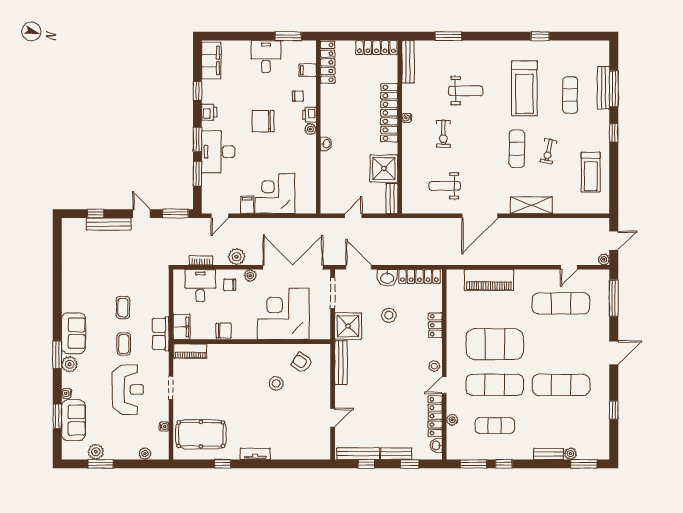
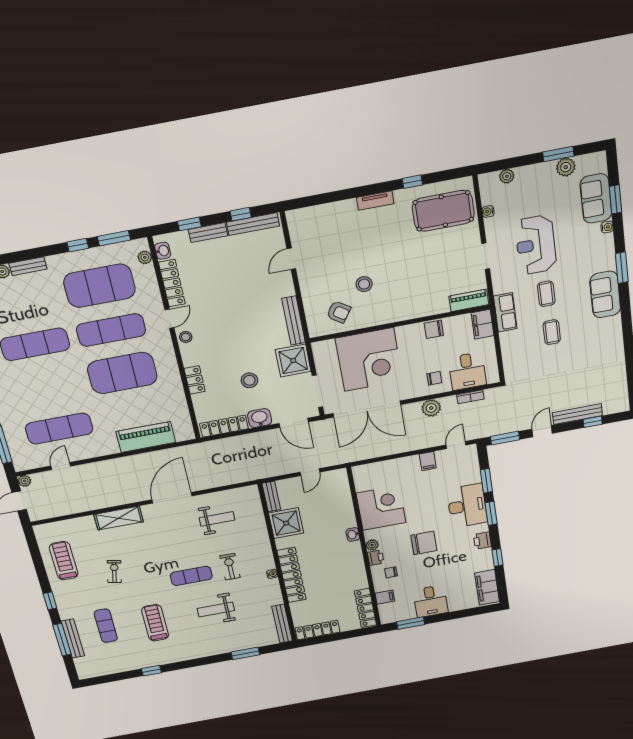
treadmill: (524, 88) -> (155, 623), width x0.73, depth x0.73
exercise mat: (517, 149) -> (191, 576), moved, turned 90
corner desk: (275, 194) -> (381, 508), moved, turned -90
door: (142, 214) -> (542, 431), swing flipped
plant: (250, 275) -> (413, 392), removed
plant: (70, 364) -> (607, 260), removed
plant: (452, 420) -> (145, 257), moved
exercise mat: (495, 426) -> (100, 286), width x2.00, depth x1.45

